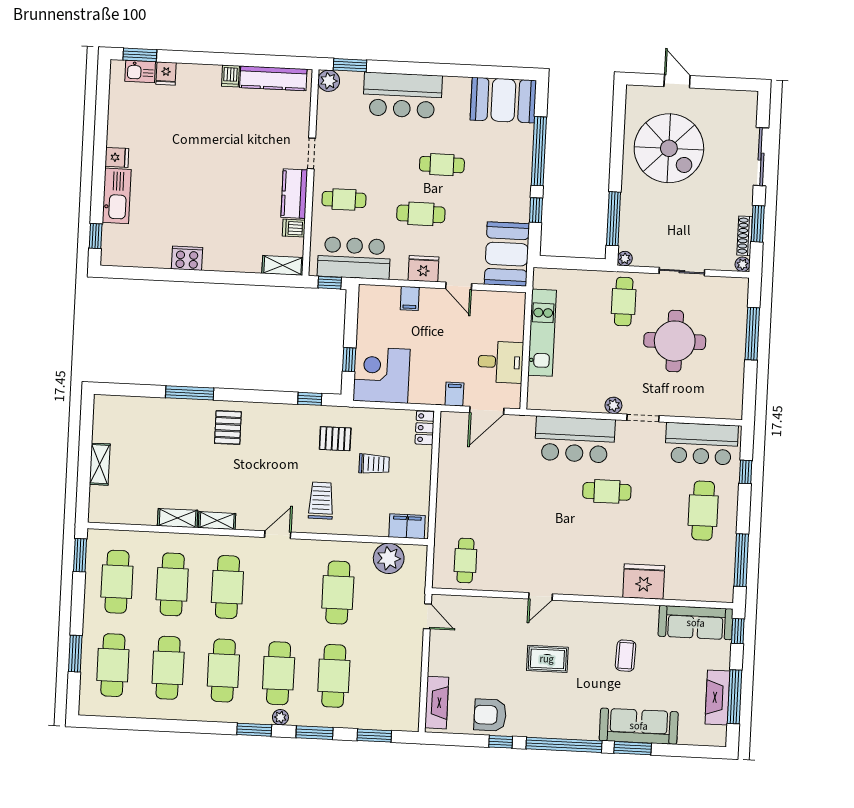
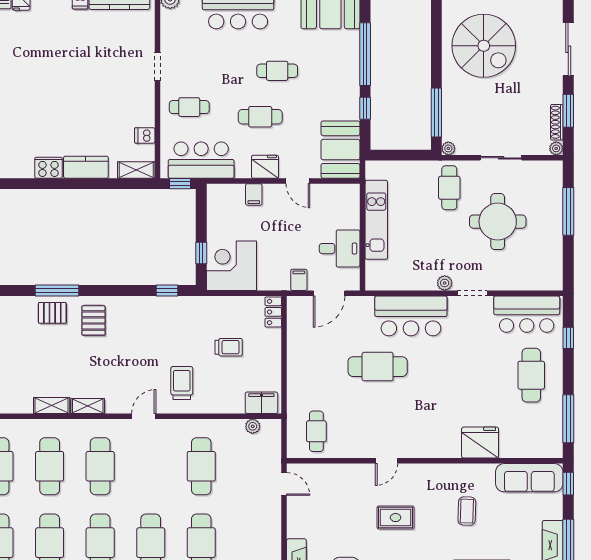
kitchen counter: (294, 194) -> (86, 167), moved, turned 90
pallet: (335, 439) -> (52, 313), moved
cafe table: (607, 491) -> (378, 367), moved, width x1.37, depth x1.35
plant: (389, 558) -> (253, 426), width x0.53, depth x0.53

